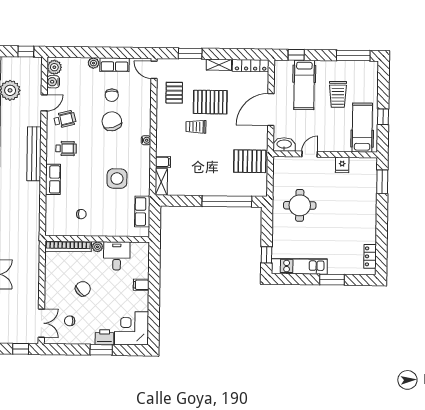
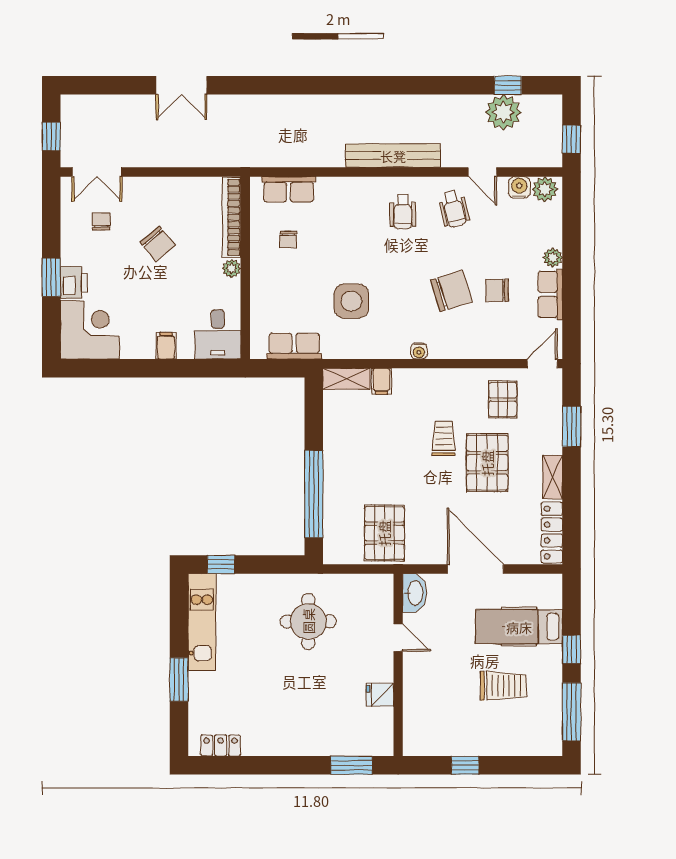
window: (296, 55) -> (572, 649), moved
pallet: (174, 93) -> (503, 399), turned 90
trolley: (338, 94) -> (503, 686), turned 180
hospital bed: (362, 128) -> (446, 729), removed
row of seats: (53, 179) -> (289, 189), moved
desk: (117, 256) -> (218, 334), moved, turned 90

